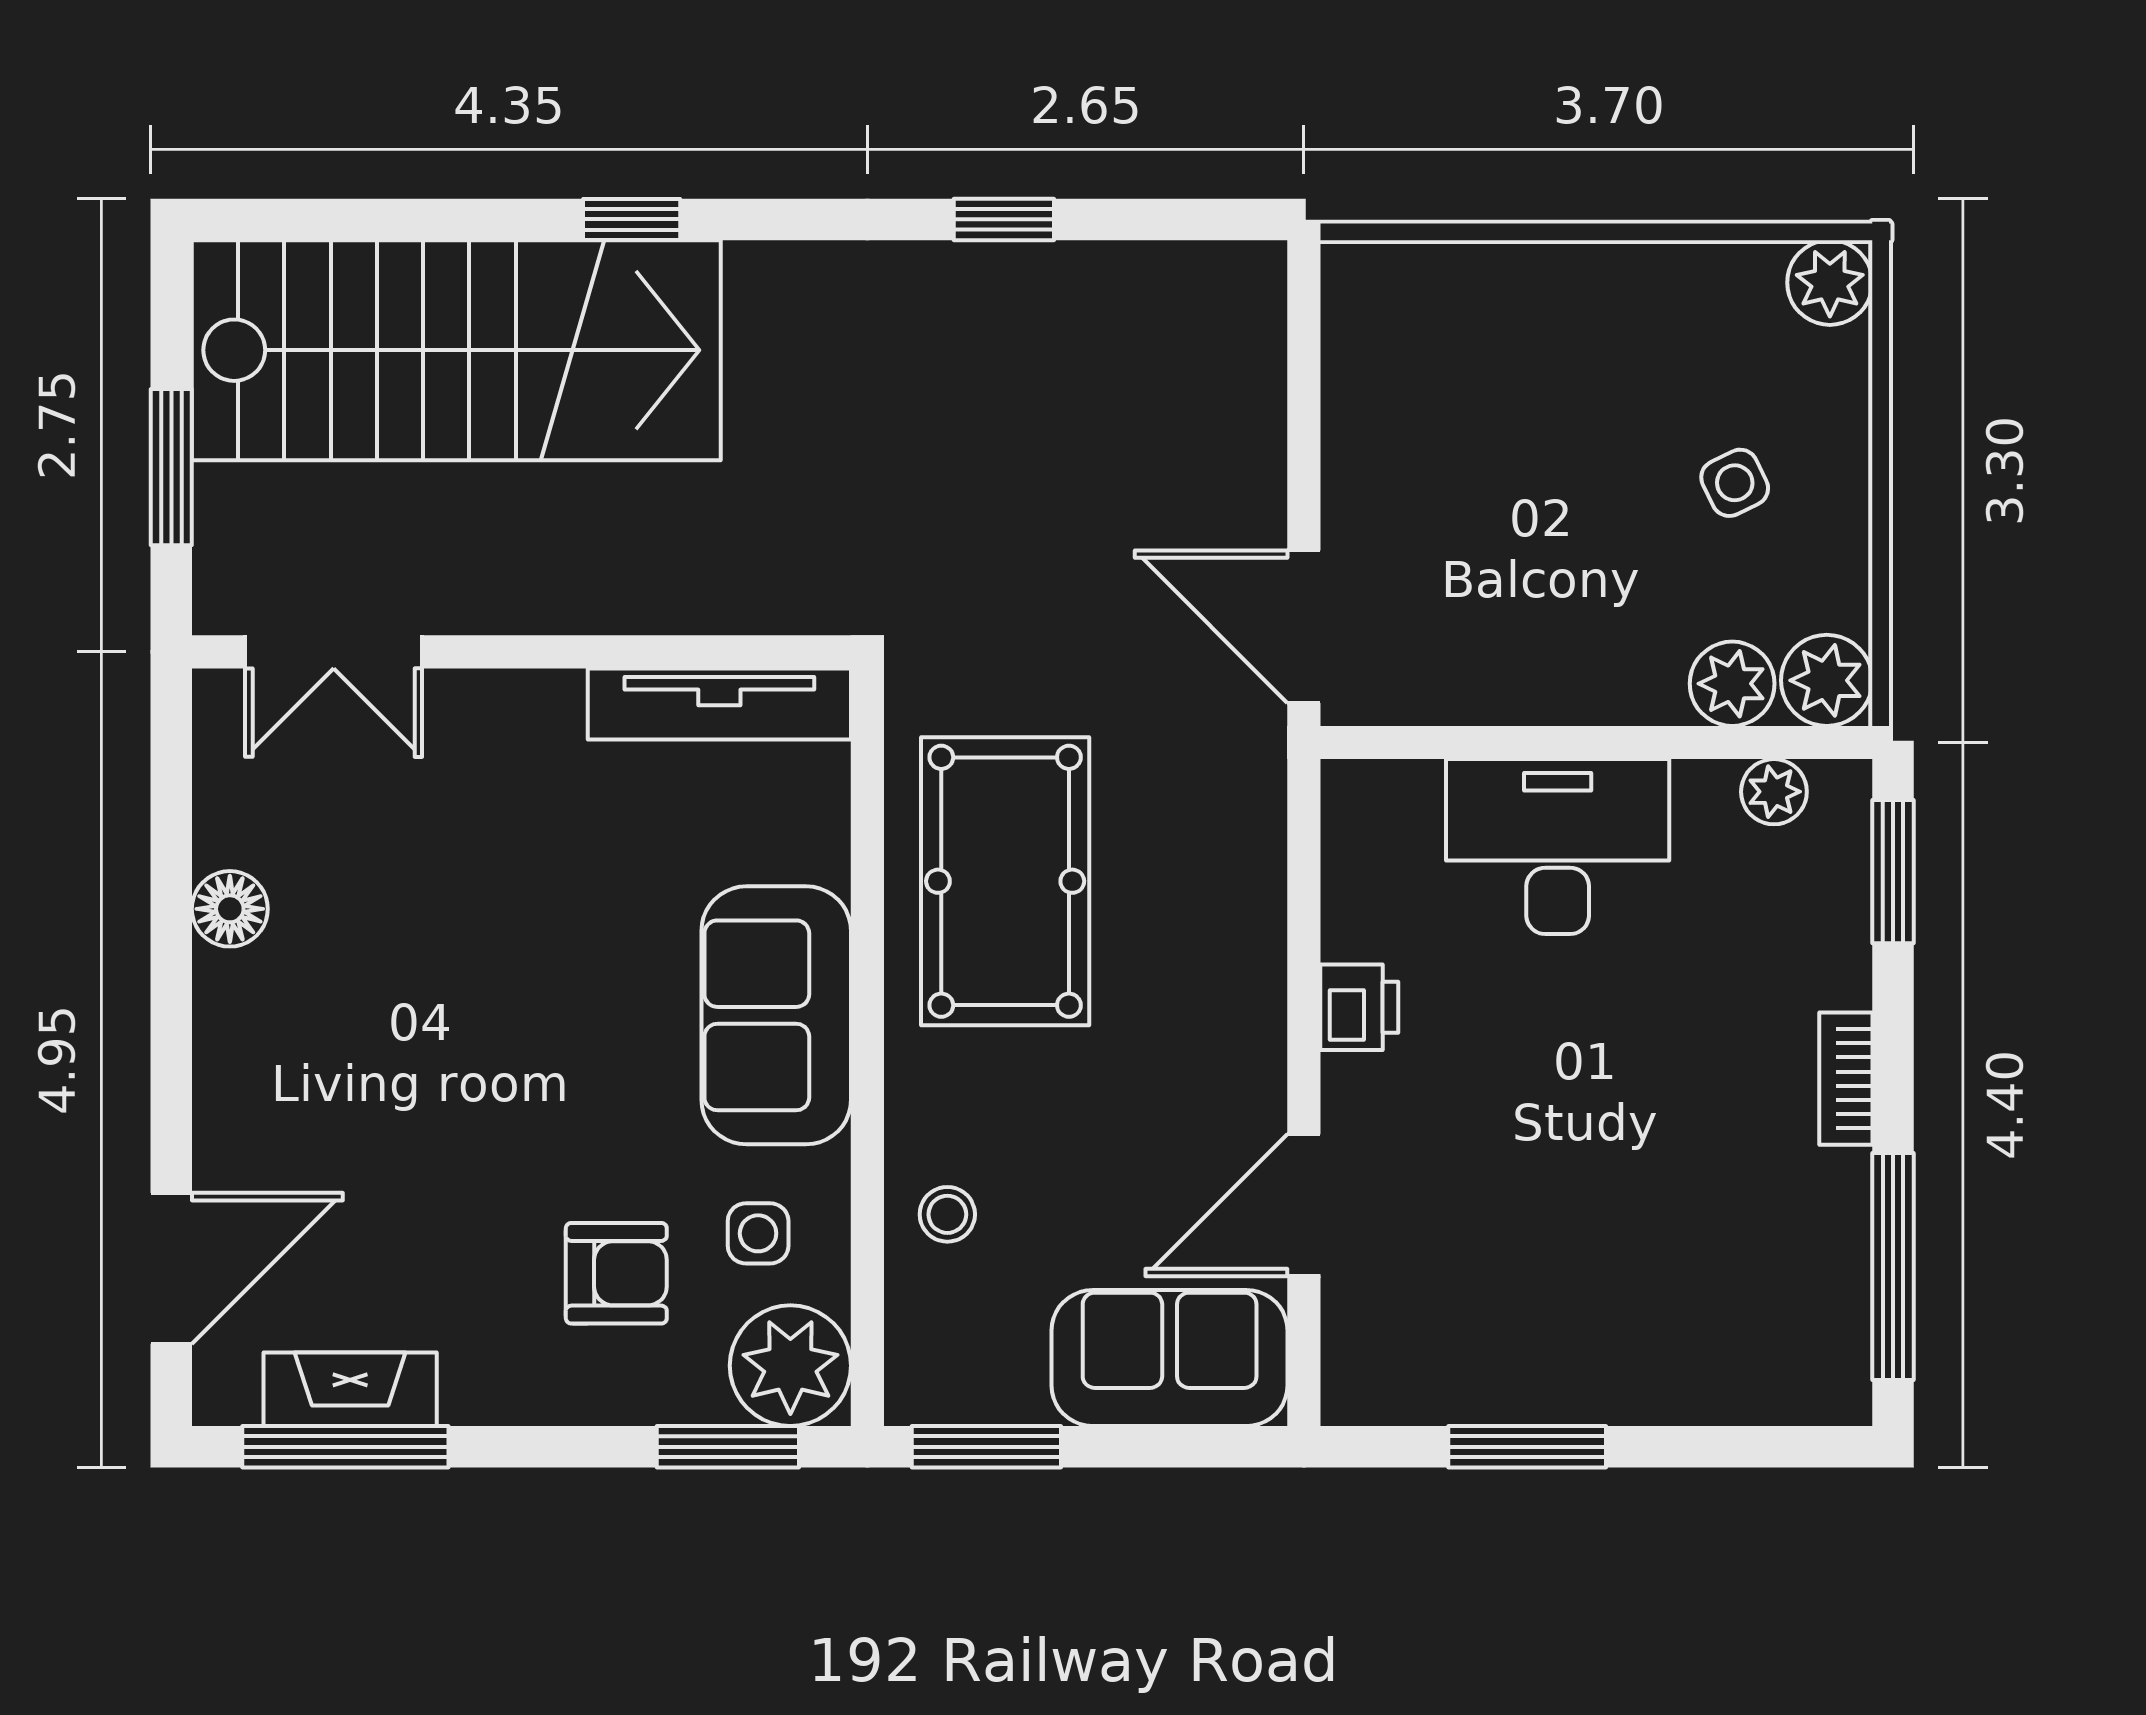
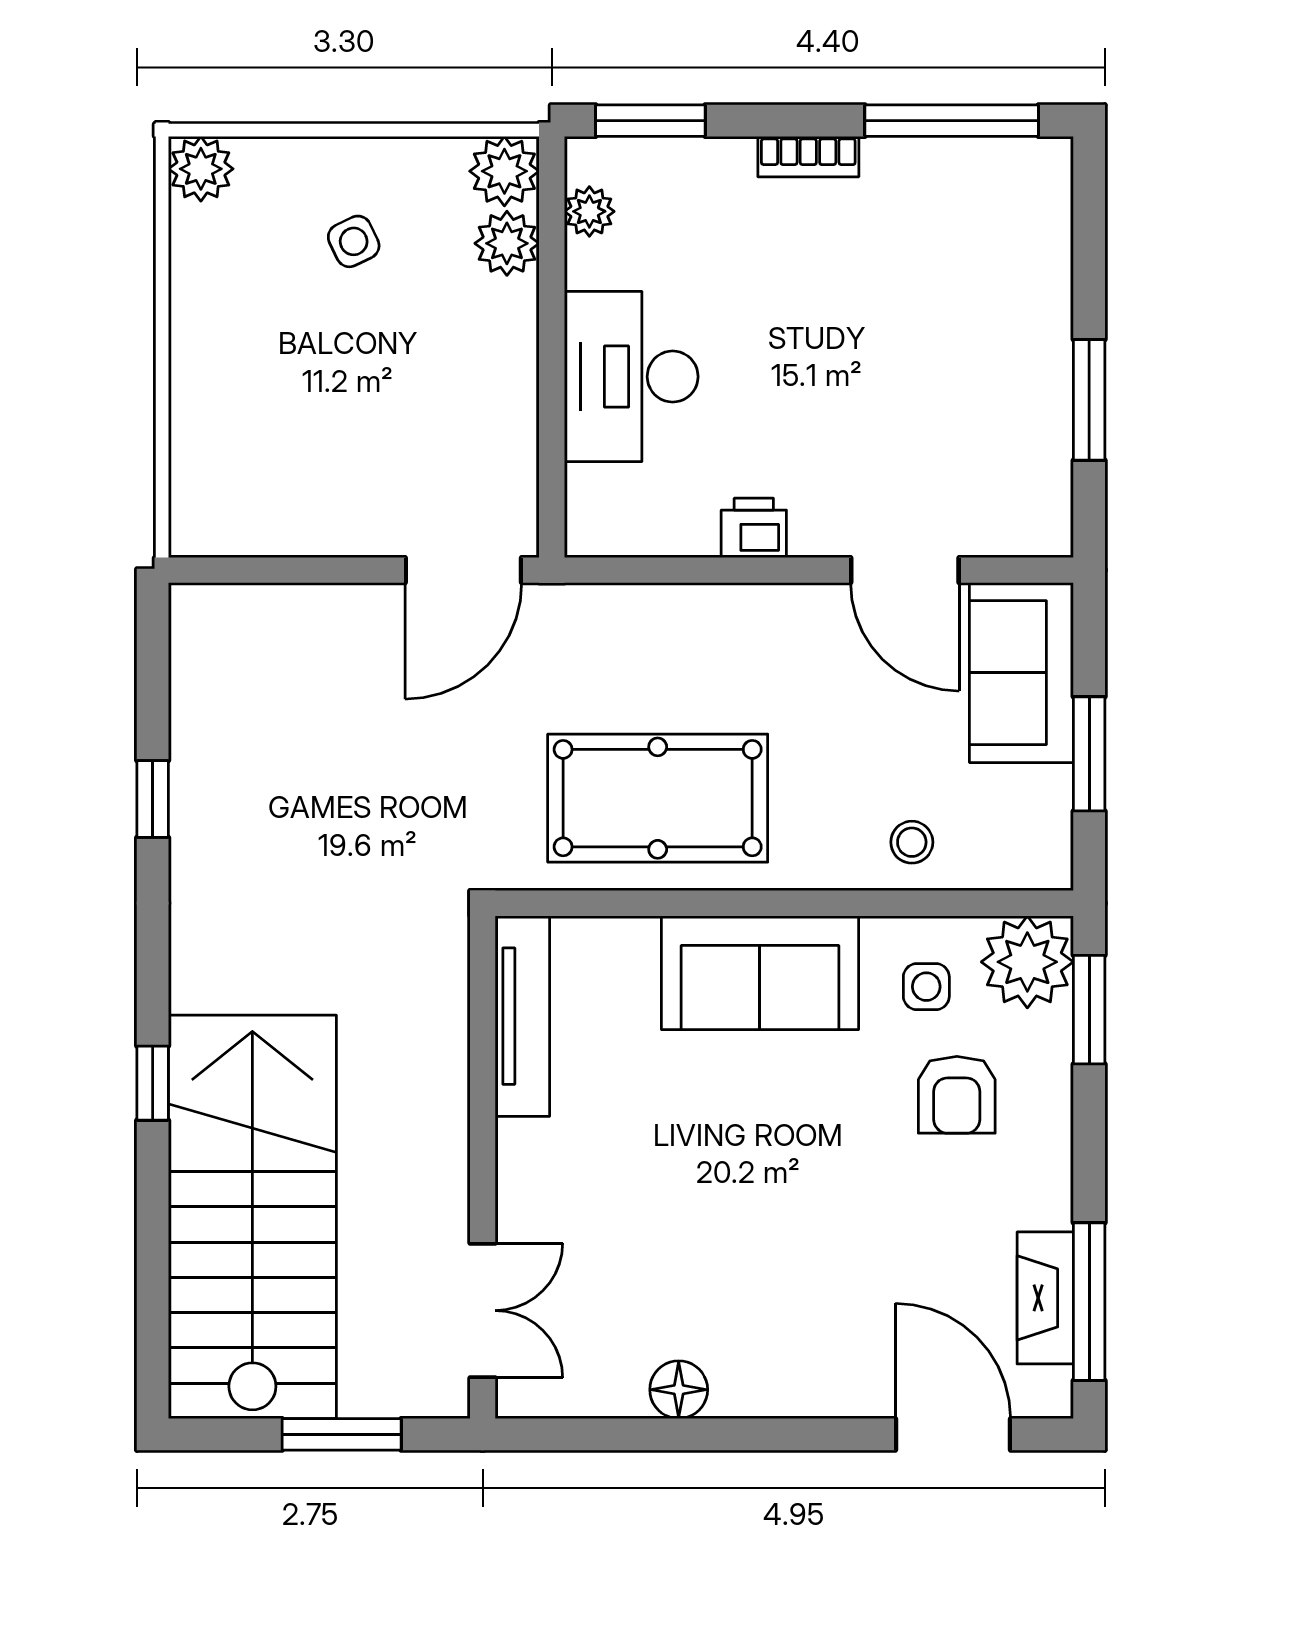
armchair: (616, 1273) -> (957, 1095), turned 180
window: (986, 1447) -> (1089, 754), moved

